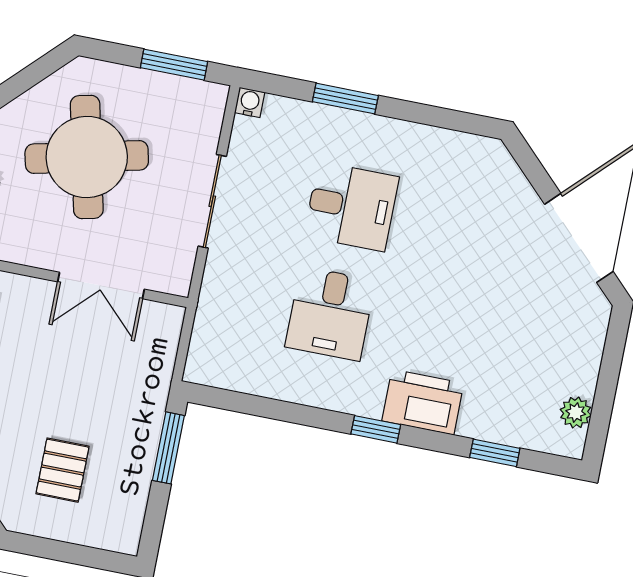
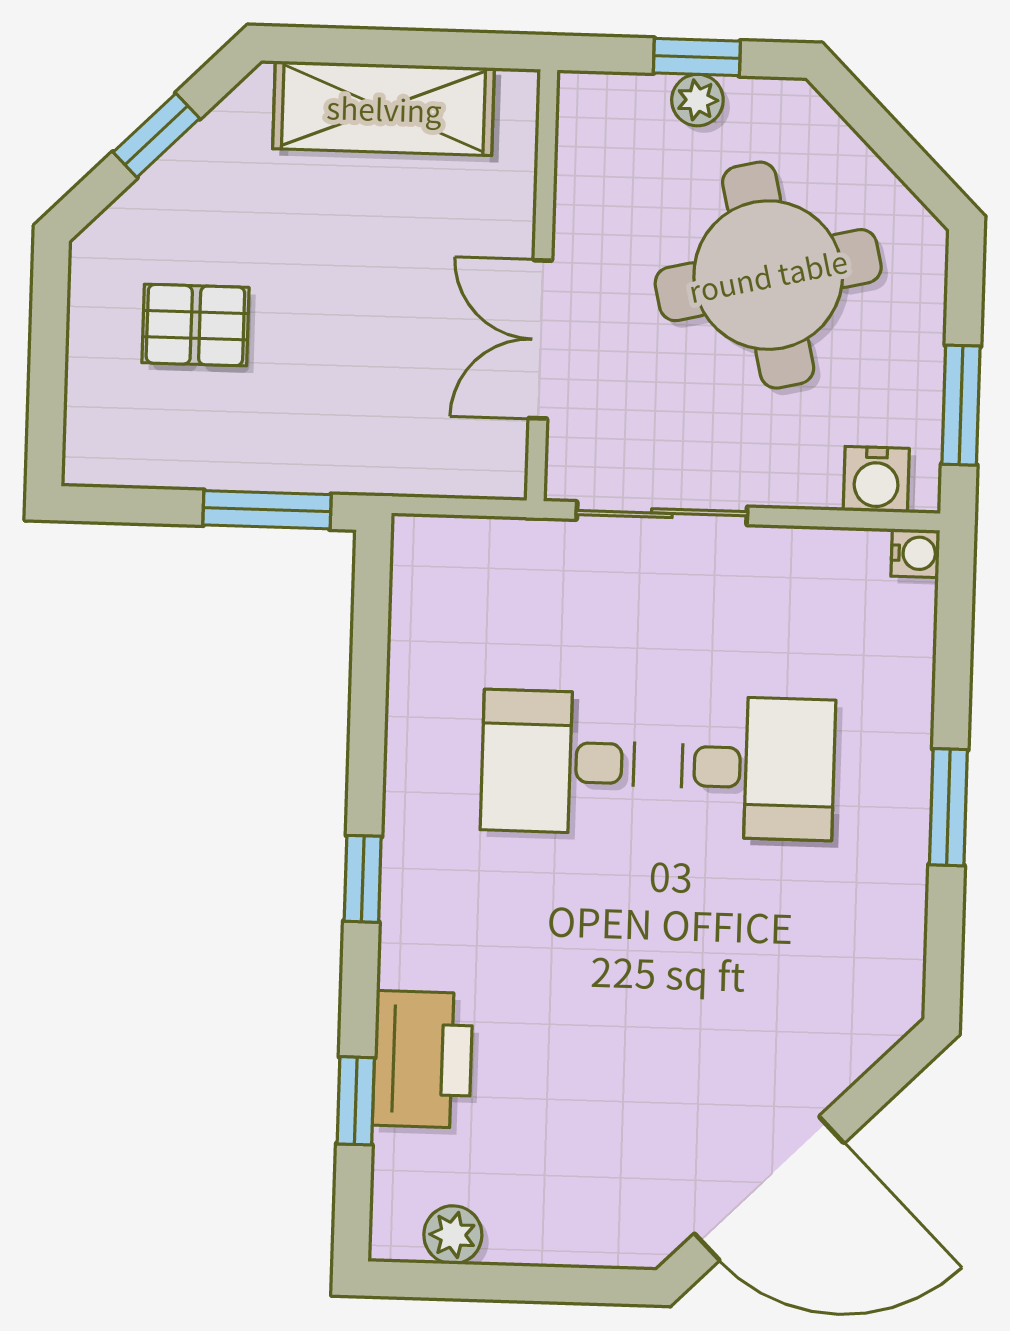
window: (345, 99) -> (948, 807), moved
water cooler: (206, 117) -> (876, 479), added
sliding door: (212, 201) -> (662, 513), moved
desk: (351, 206) -> (758, 768), turned -90
printer: (423, 402) -> (423, 1059), moved

